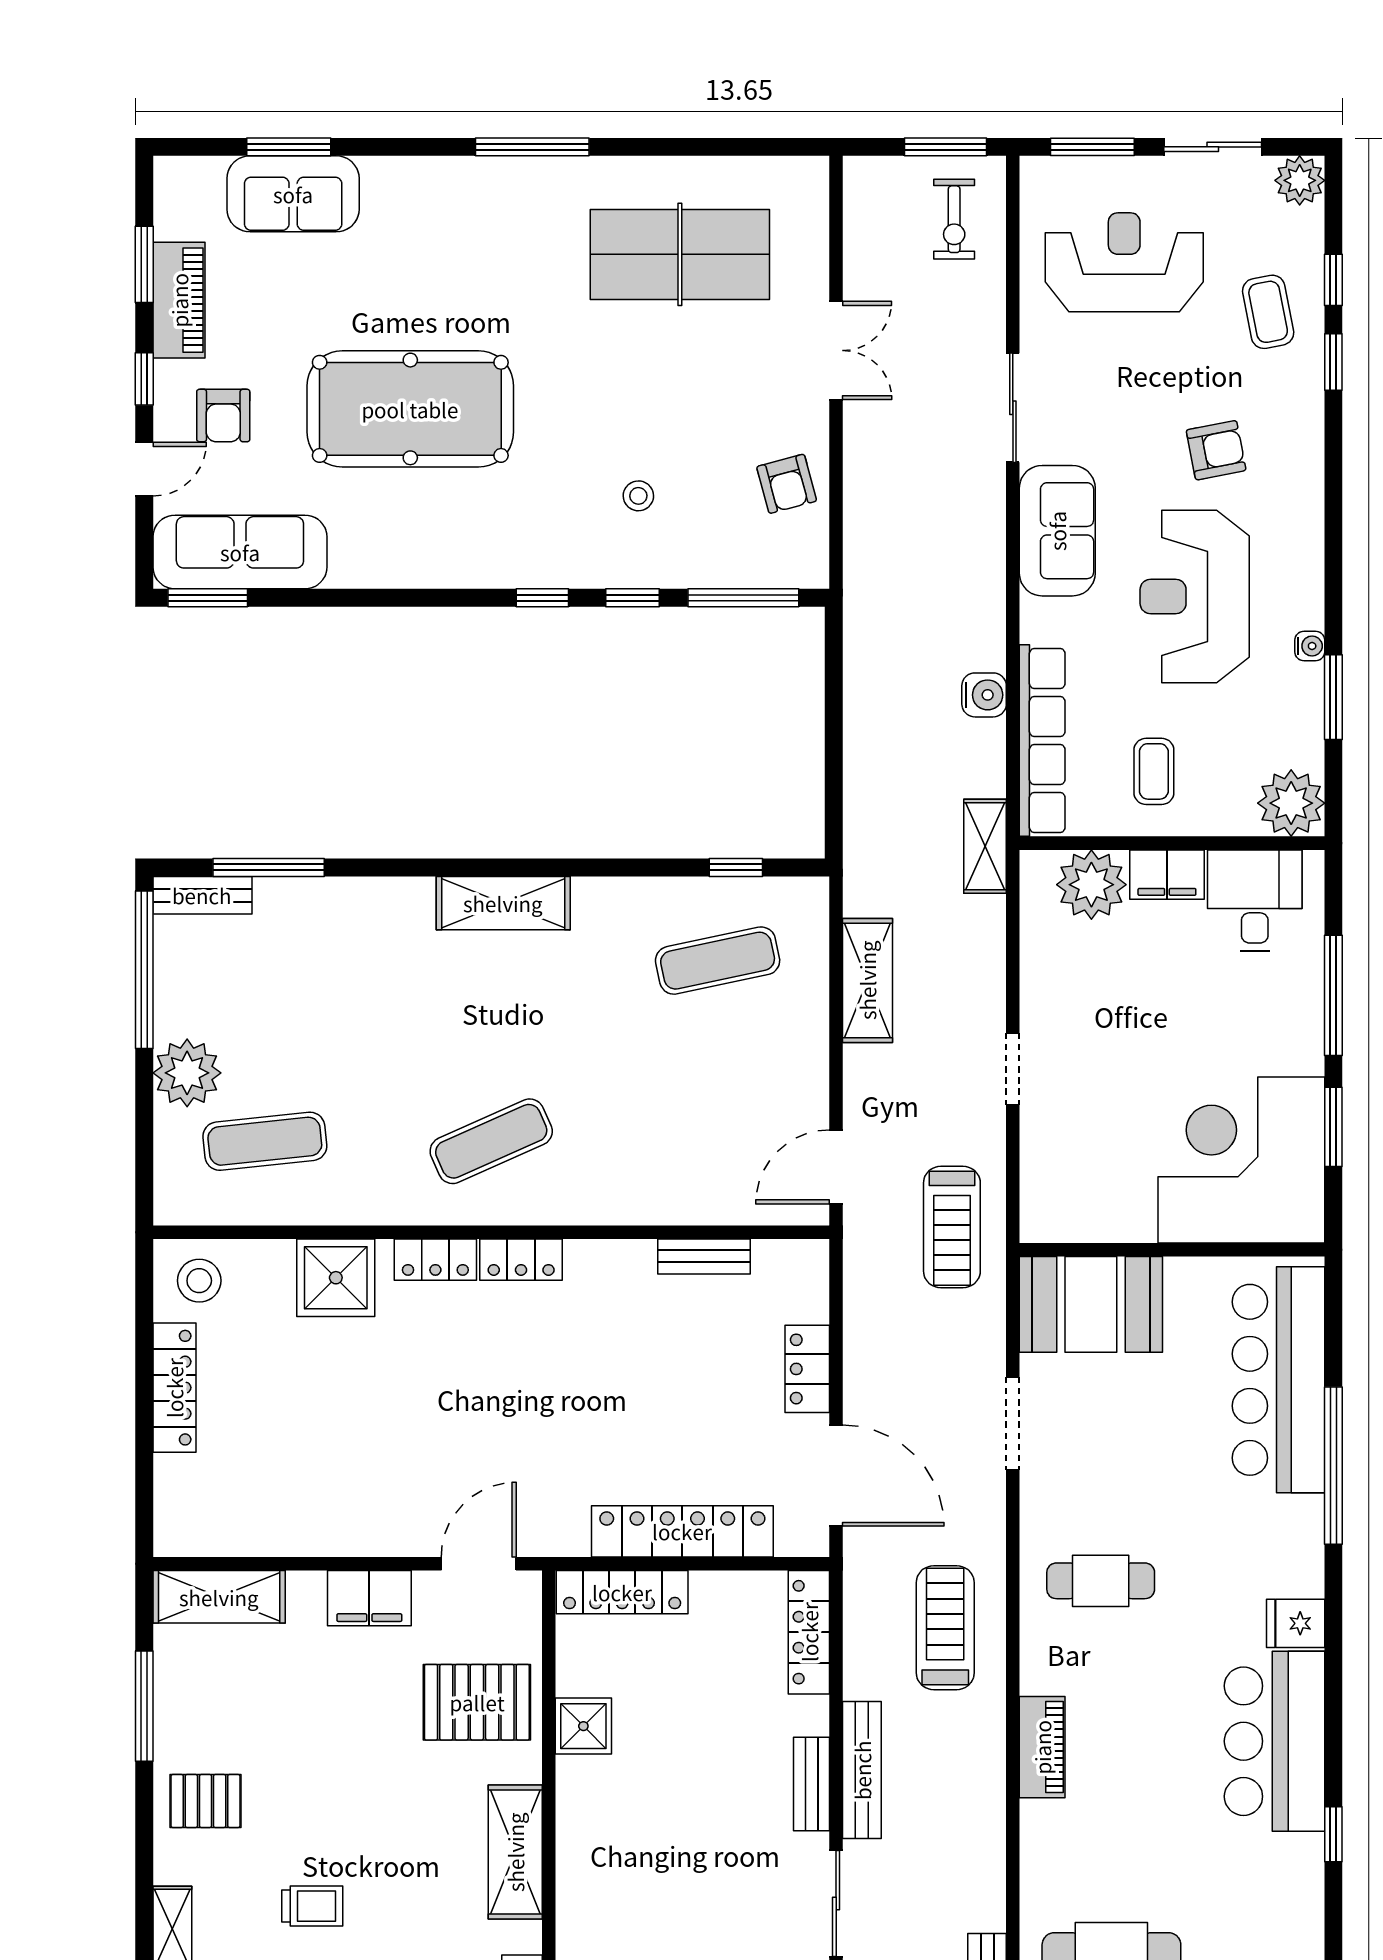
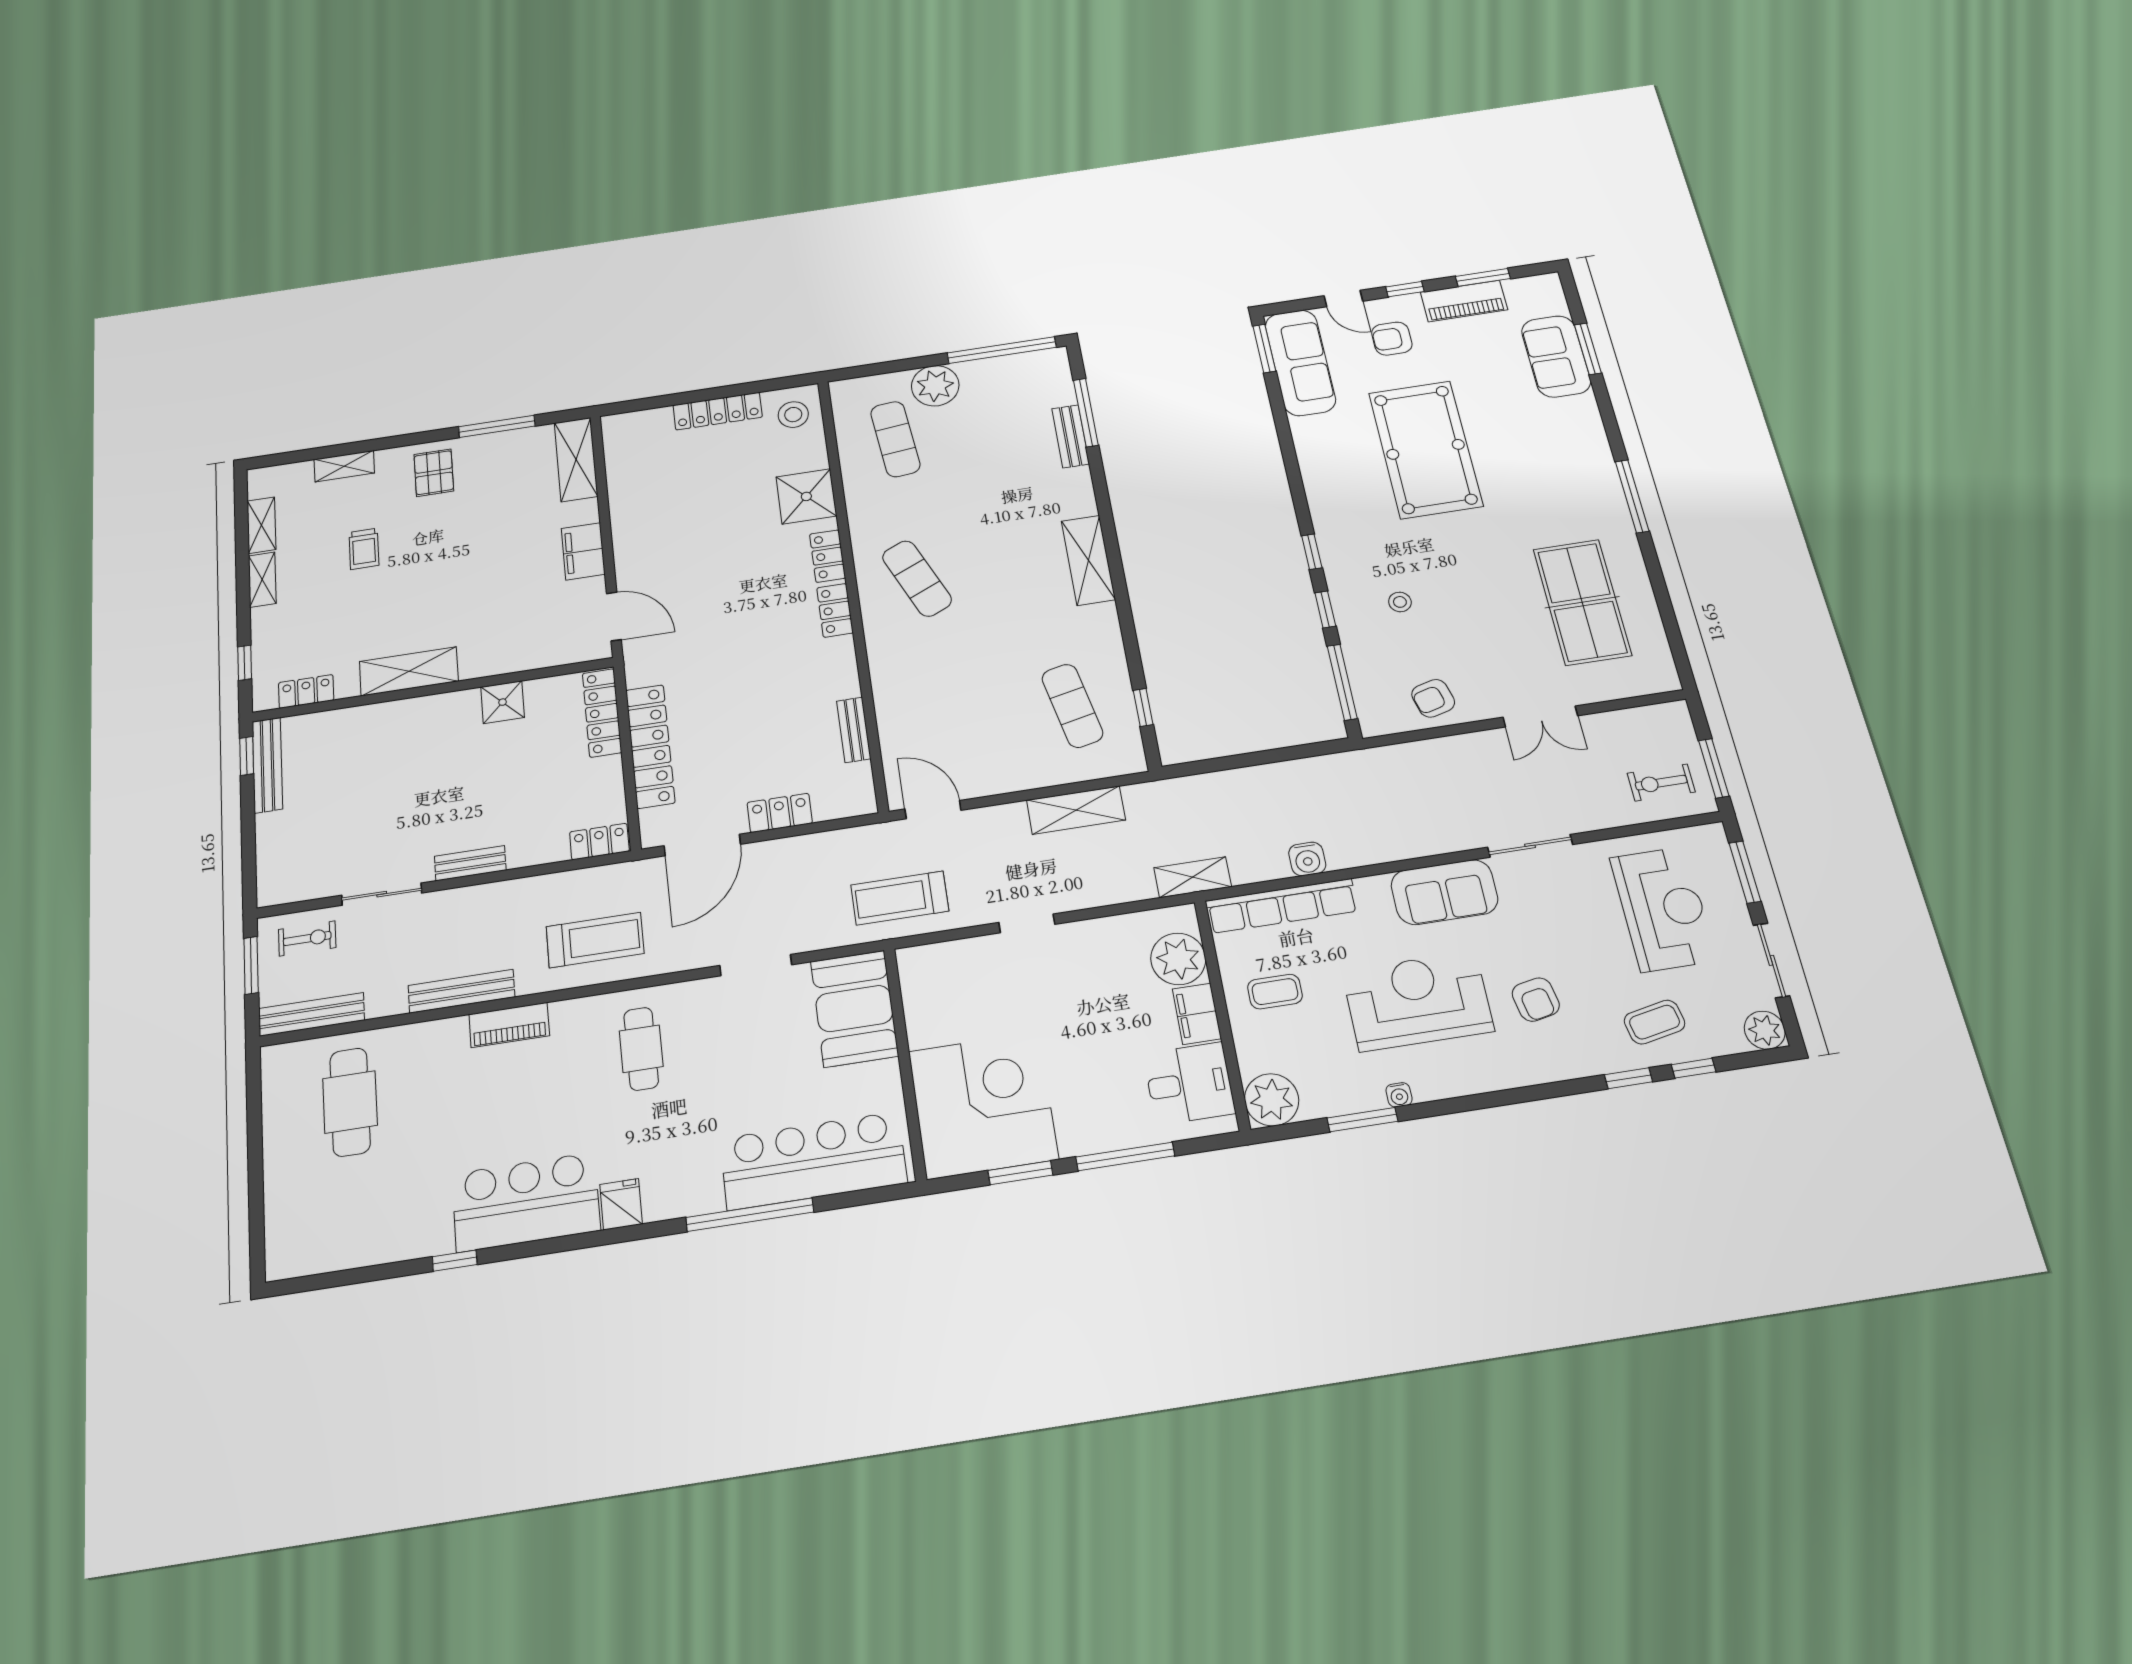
bench: (202, 895) -> (1071, 436), moved
locker: (809, 1632) -> (599, 842), width x0.66
pallet: (477, 1702) -> (515, 630), removed
bench: (862, 1770) -> (461, 991), moved

